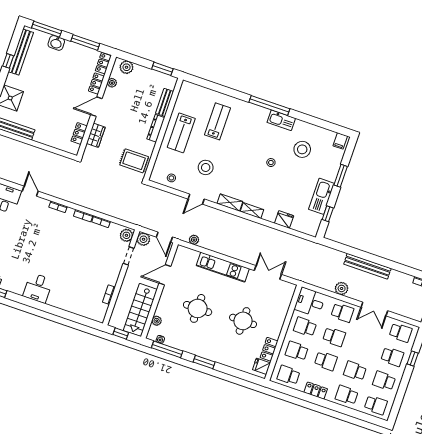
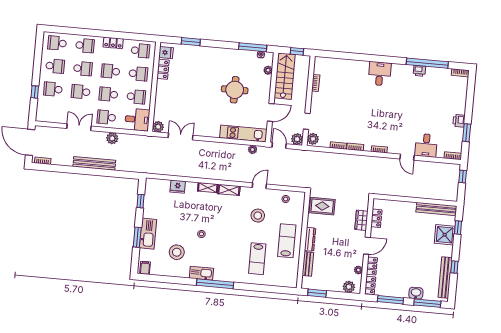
kitchen sink: (322, 196) -> (148, 234), moved
kitchen unit: (223, 267) -> (243, 134), moved
double door: (268, 273) -> (181, 136), swing flipped
plant: (289, 289) -> (158, 127), added
round table: (243, 321) -> (192, 89), removed
school desk: (401, 333) -> (81, 92), moved
window: (204, 362) -> (191, 42), moved

